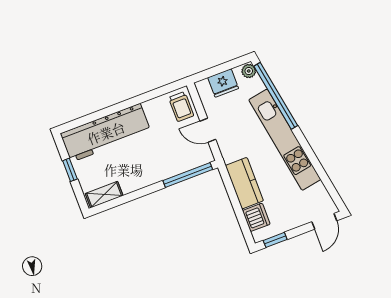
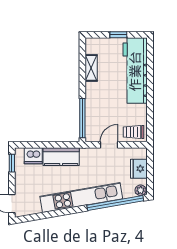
shelving: (104, 195) -> (91, 68), moved

